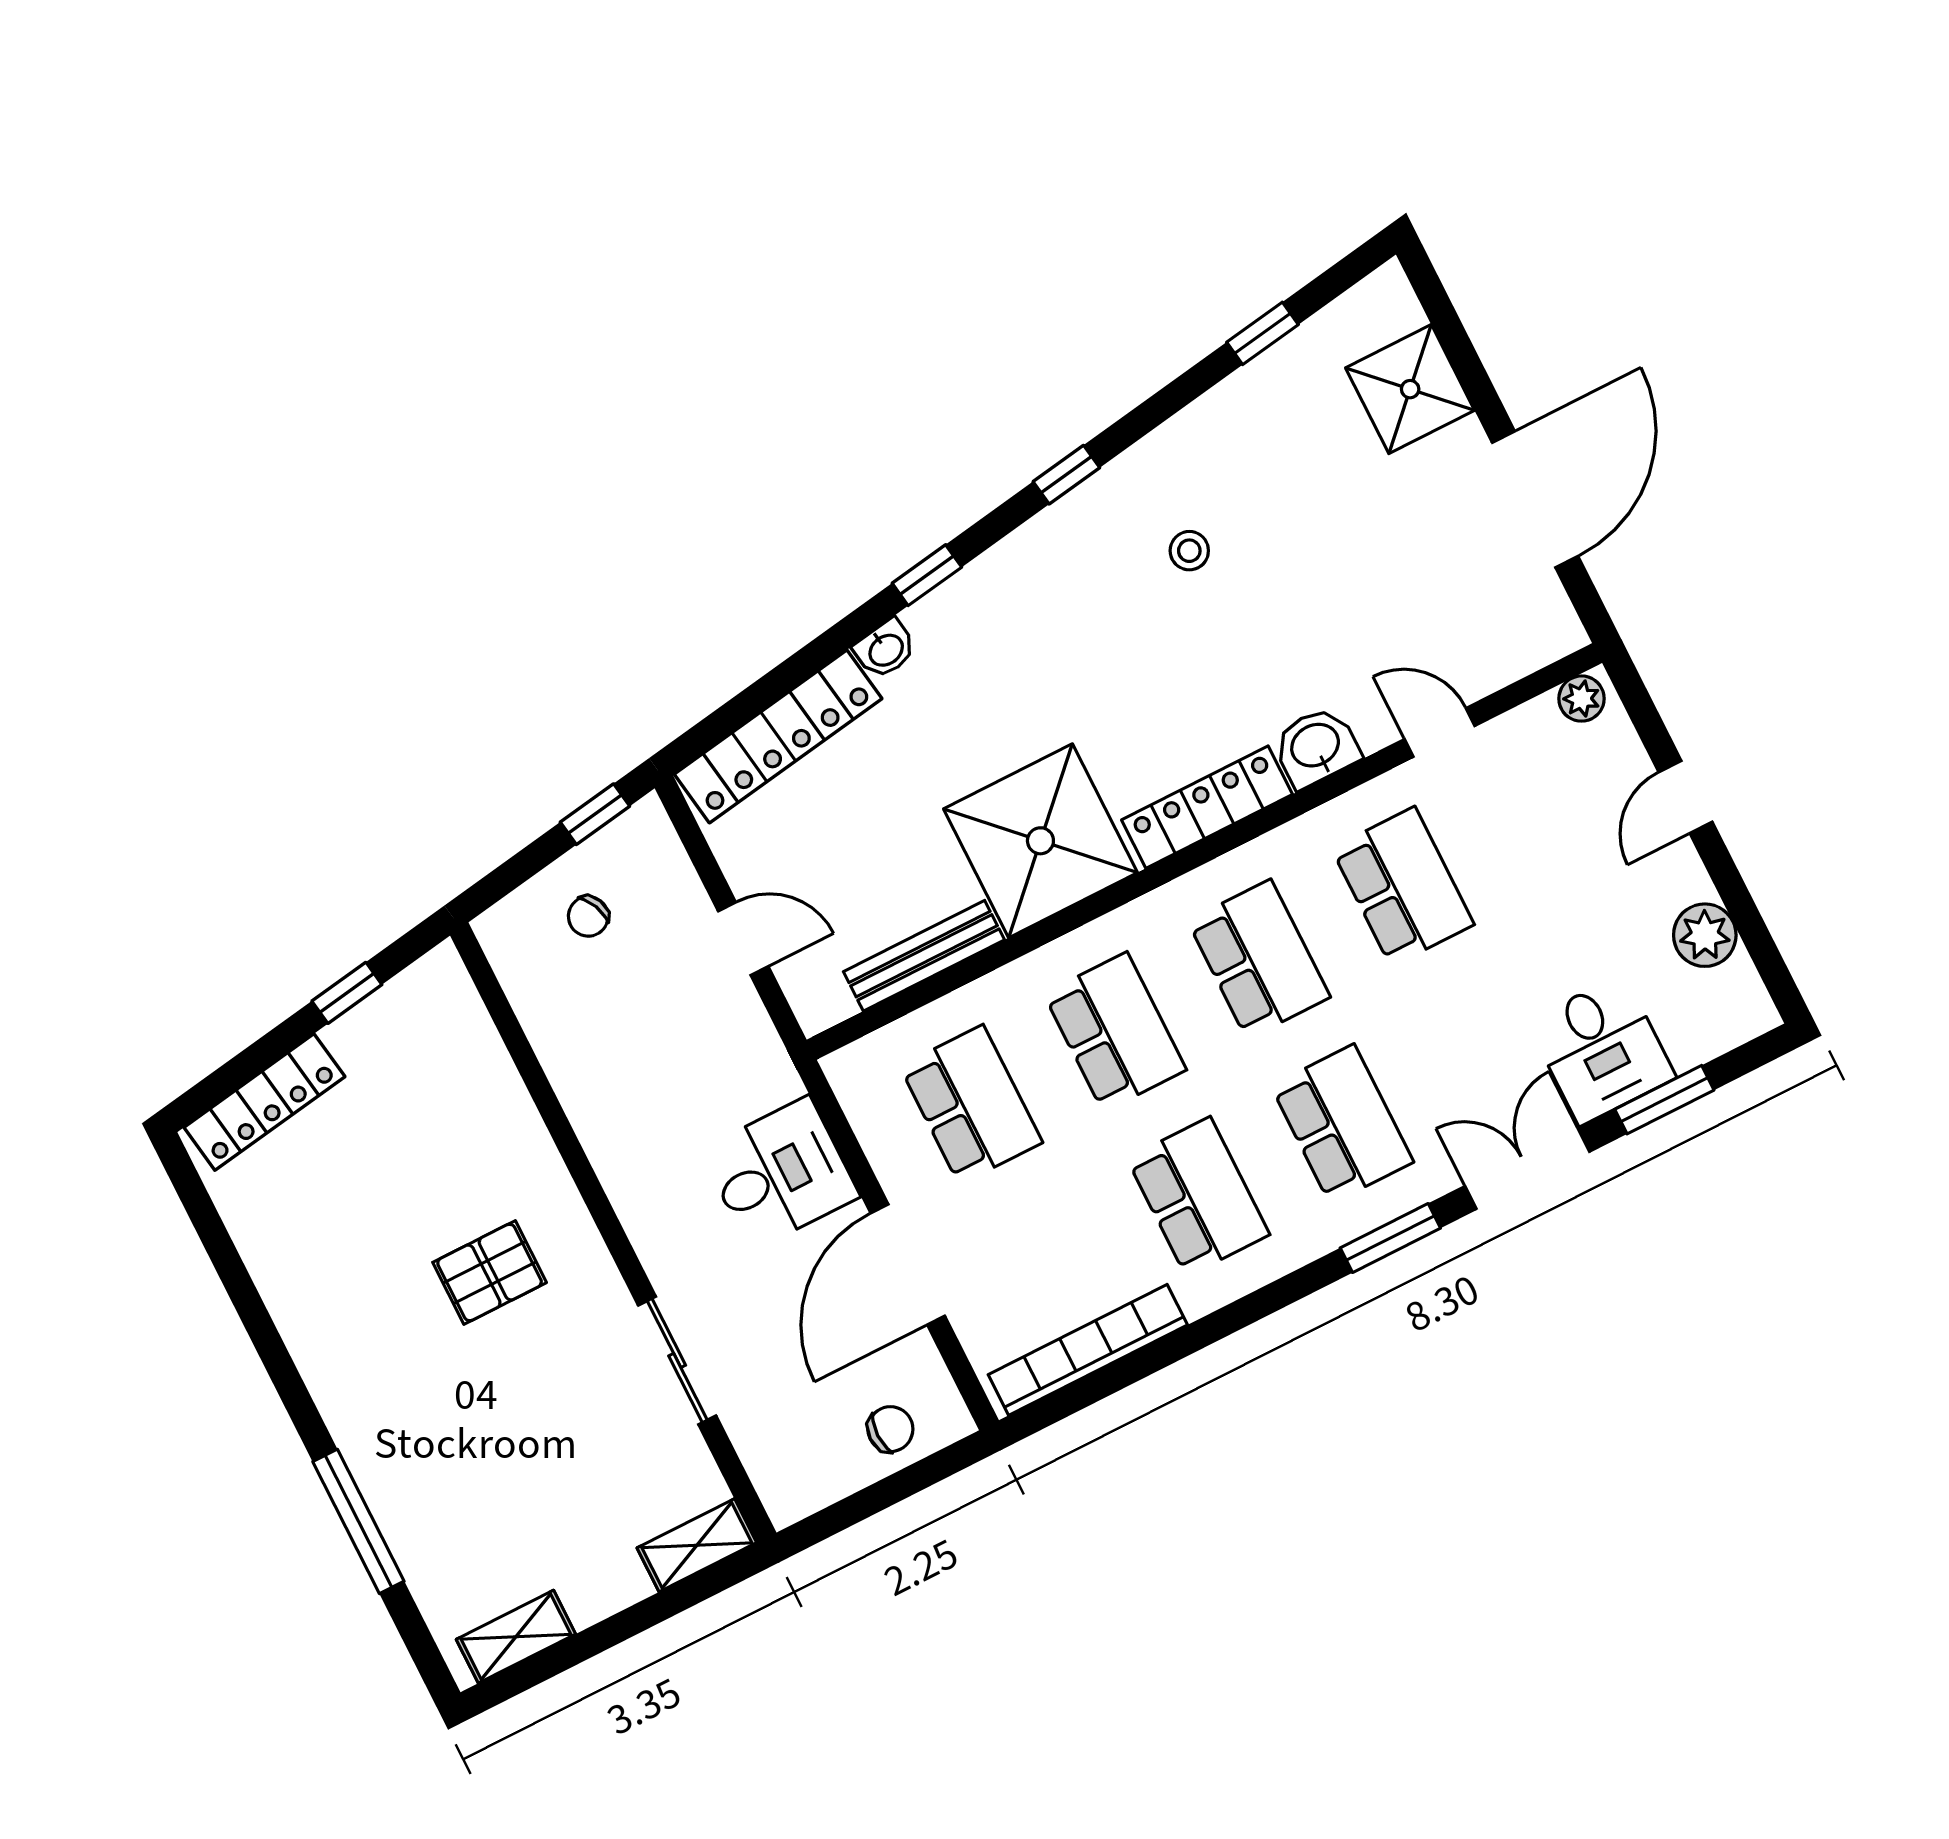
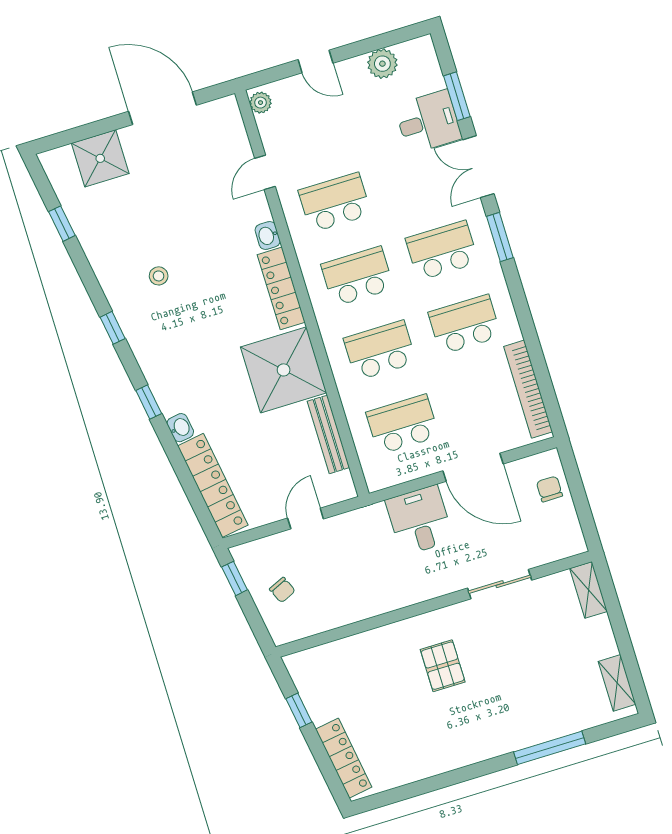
washbasin: (1316, 747) -> (268, 236), width x0.72, depth x0.69

